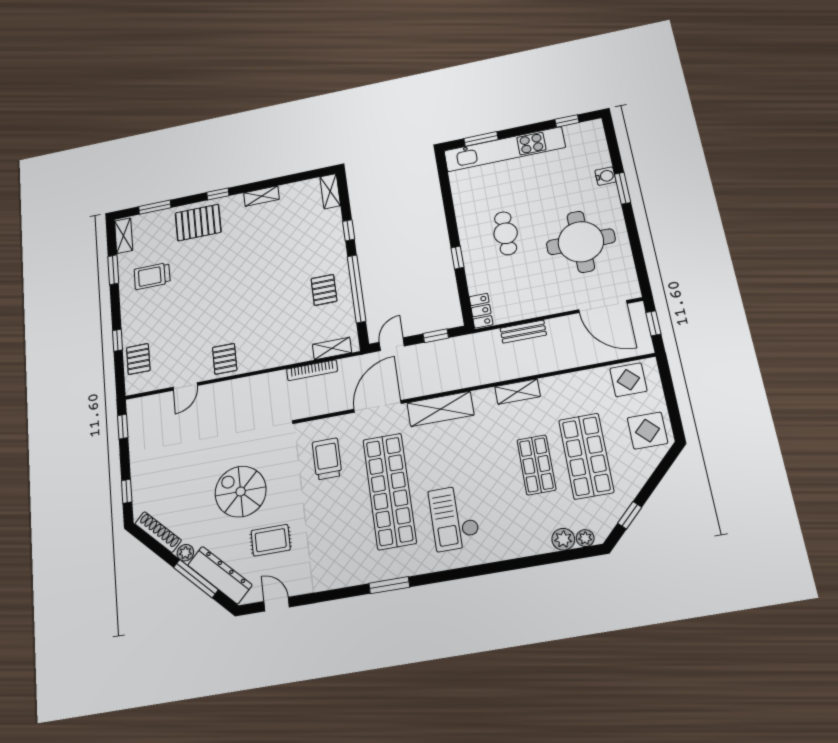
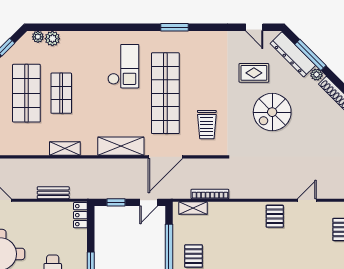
spiral stairs: (241, 492) -> (272, 112), turned 90

